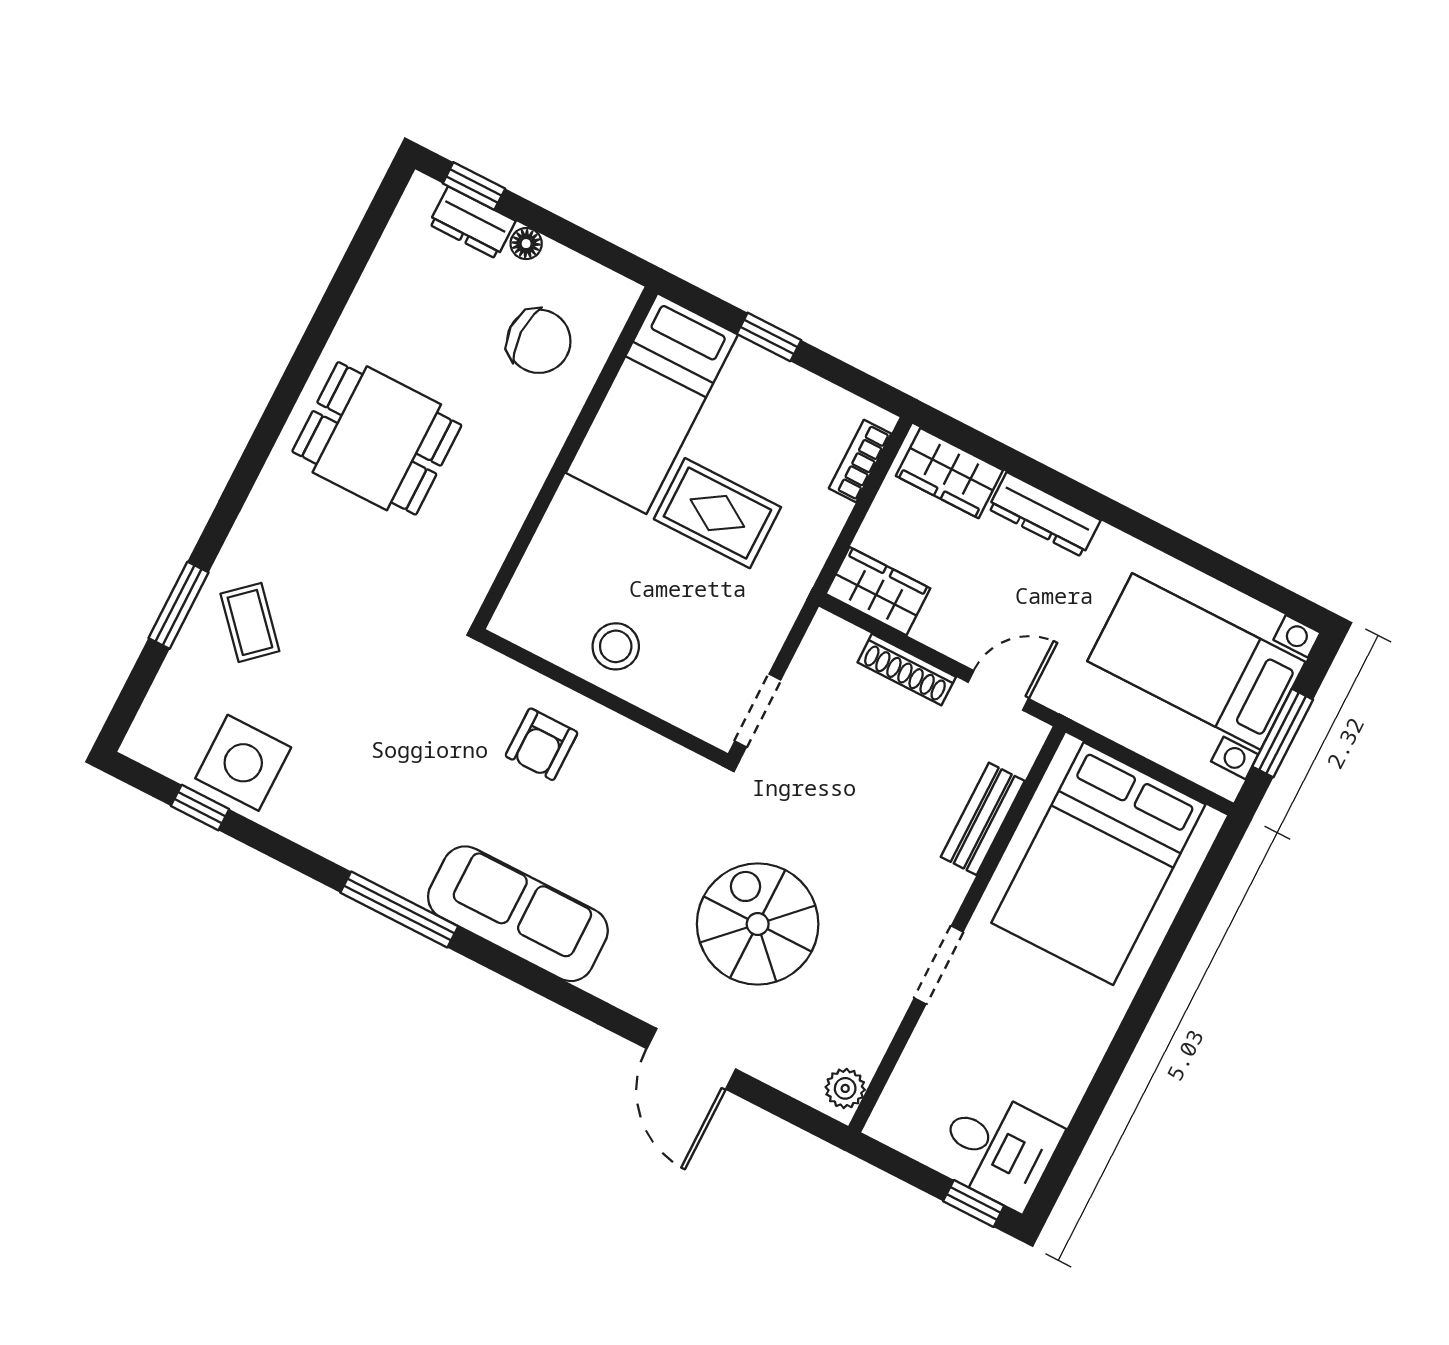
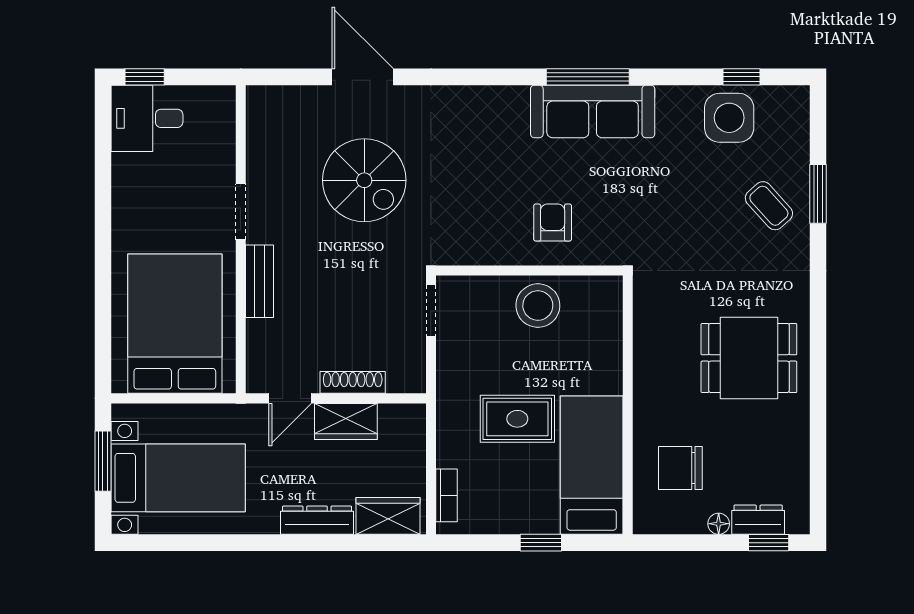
wardrobe: (878, 591) -> (346, 421), moved
stool: (616, 646) -> (538, 306), width x1.38, depth x1.38
bench: (983, 819) -> (260, 281), moved
sofa: (518, 914) -> (593, 111), moved
plant: (845, 1088) -> (259, 107), removed

